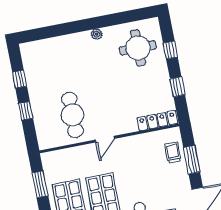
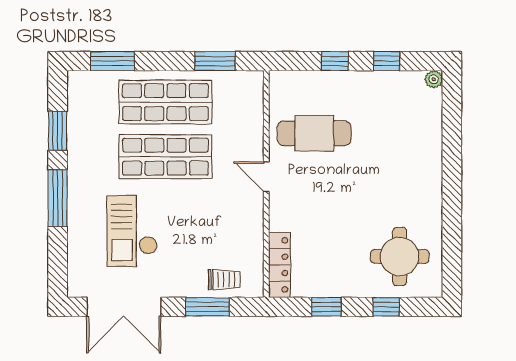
plant: (97, 34) -> (434, 79), moved

